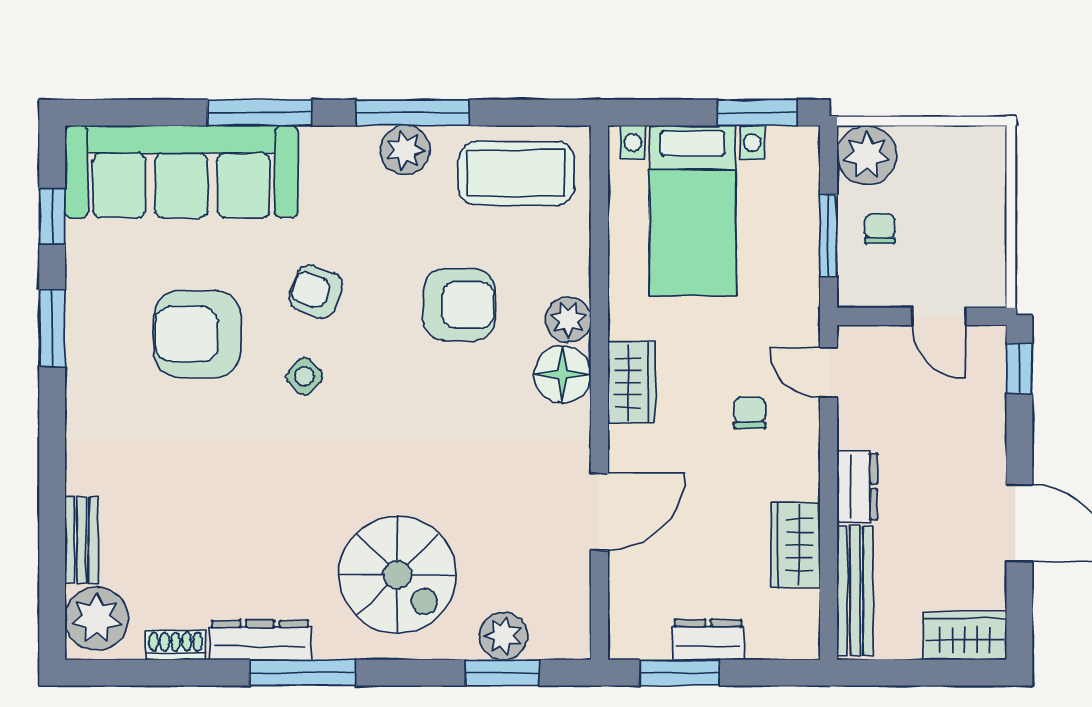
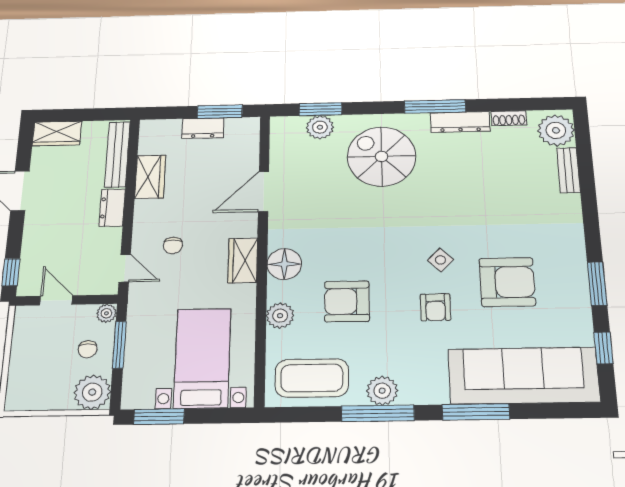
plant: (853, 291) -> (106, 313), added
armchair: (316, 292) -> (435, 307), turned 69
plant: (568, 320) -> (280, 316), moved

